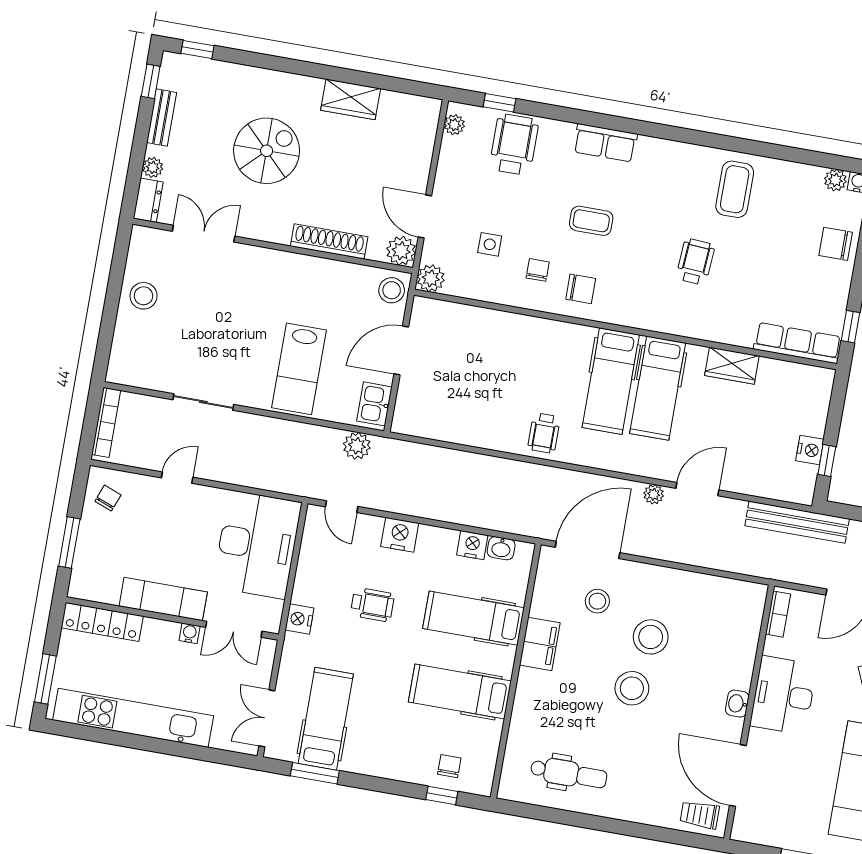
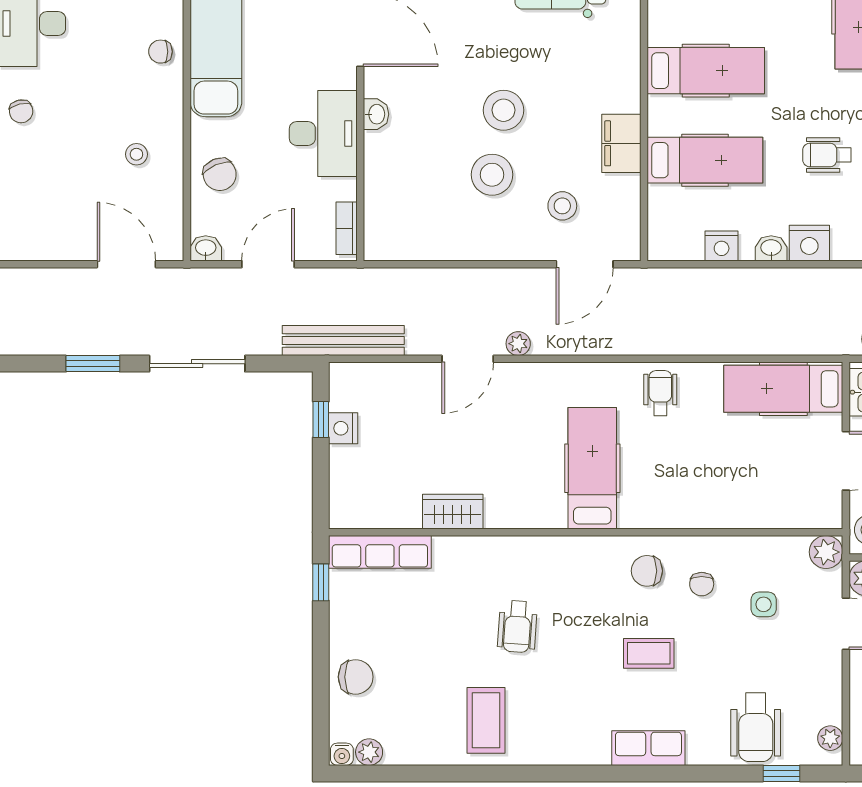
hospital bed: (658, 388) -> (783, 389), moved, turned -90
washbasin: (501, 548) -> (771, 248), moved
door: (588, 550) -> (585, 264), width x0.73

